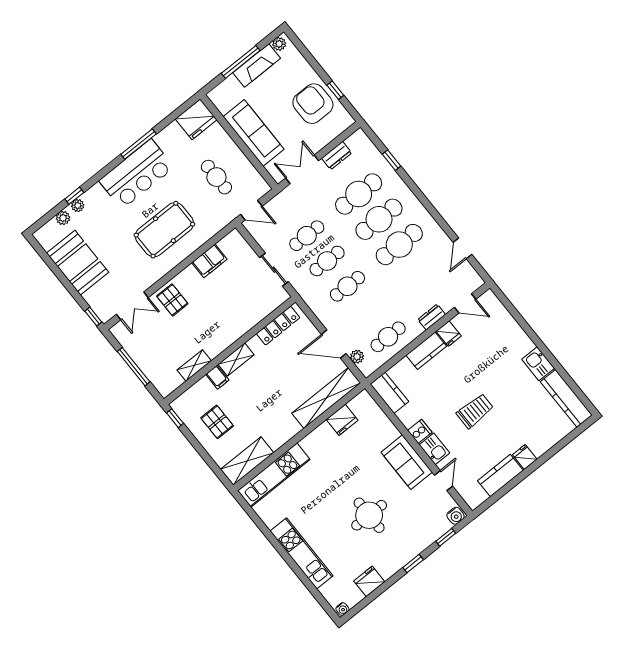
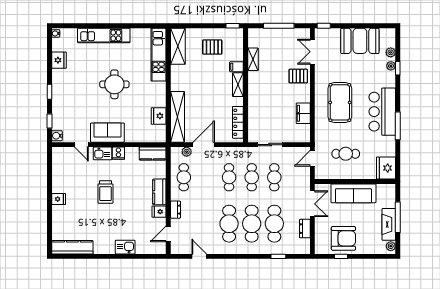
kitchen sink: (538, 364) -> (125, 247), moved
kitchen counter: (500, 476) -> (59, 178), removed
round table: (369, 515) -> (114, 84), moved

